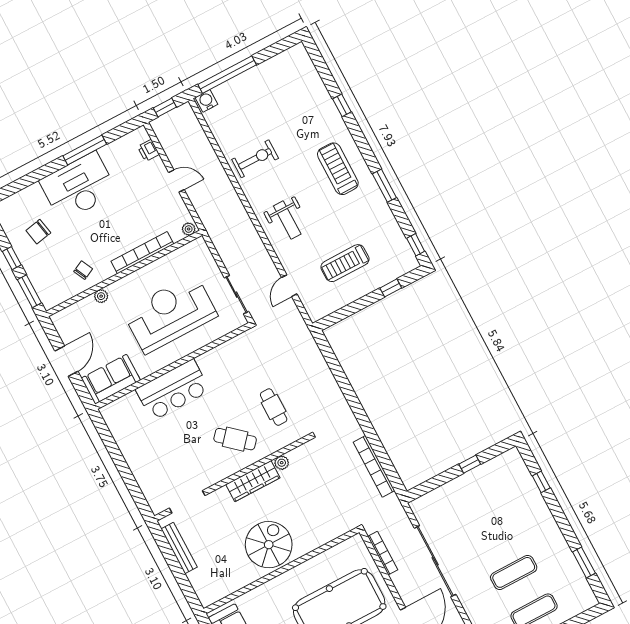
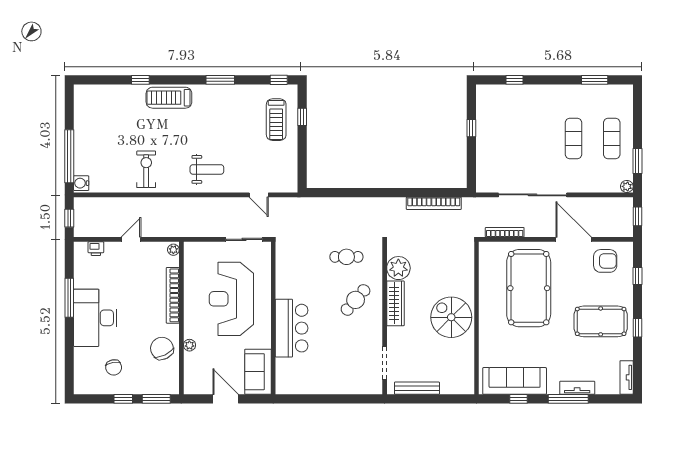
treadmill: (338, 169) -> (169, 98), moved
treadmill: (345, 263) -> (276, 120), moved
chair: (83, 270) -> (162, 348), width x1.87, depth x1.87
plant: (282, 463) -> (398, 268), width x1.87, depth x1.87

